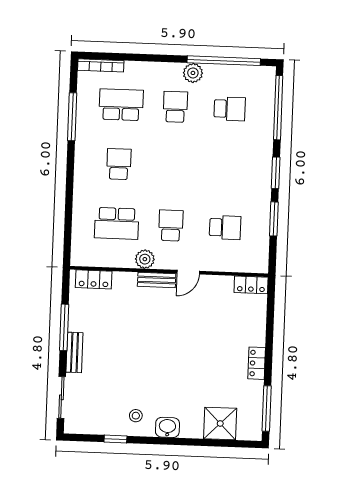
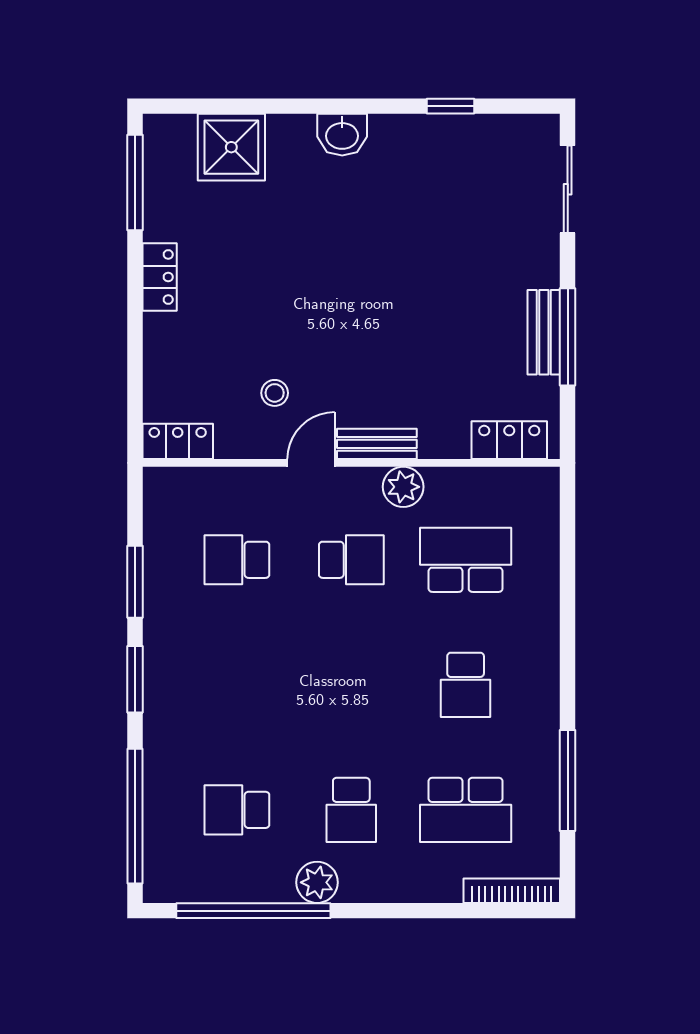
school desk: (171, 225) -> (351, 560), turned -90
bench: (74, 352) -> (544, 332), moved
stool: (136, 416) -> (275, 393), moved

